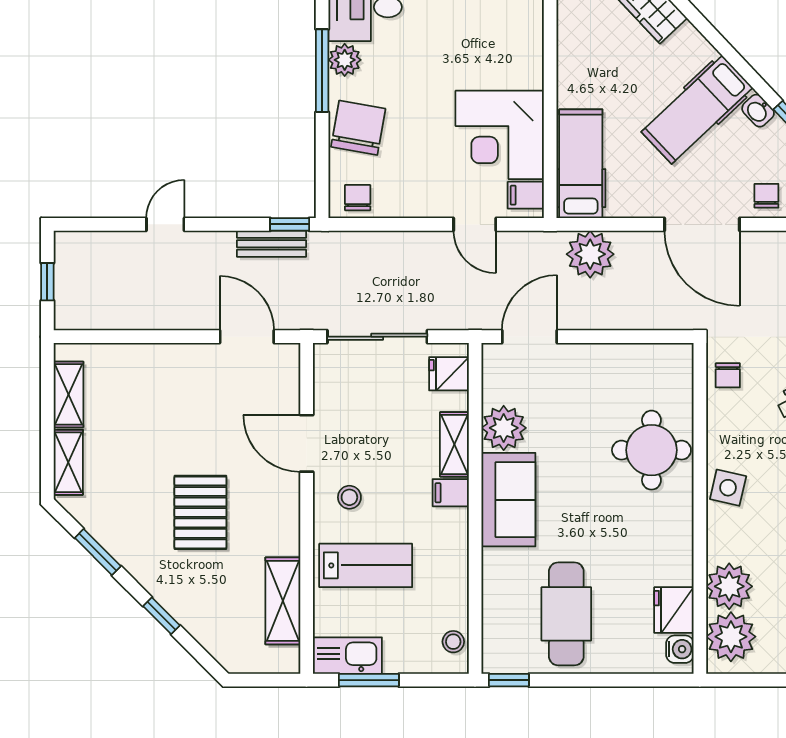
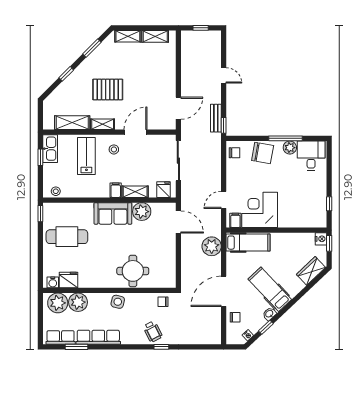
shelving: (287, 525) -> (103, 124), added
lab bench: (366, 565) -> (86, 156), turned 180
window: (369, 680) -> (40, 157), width x0.67

